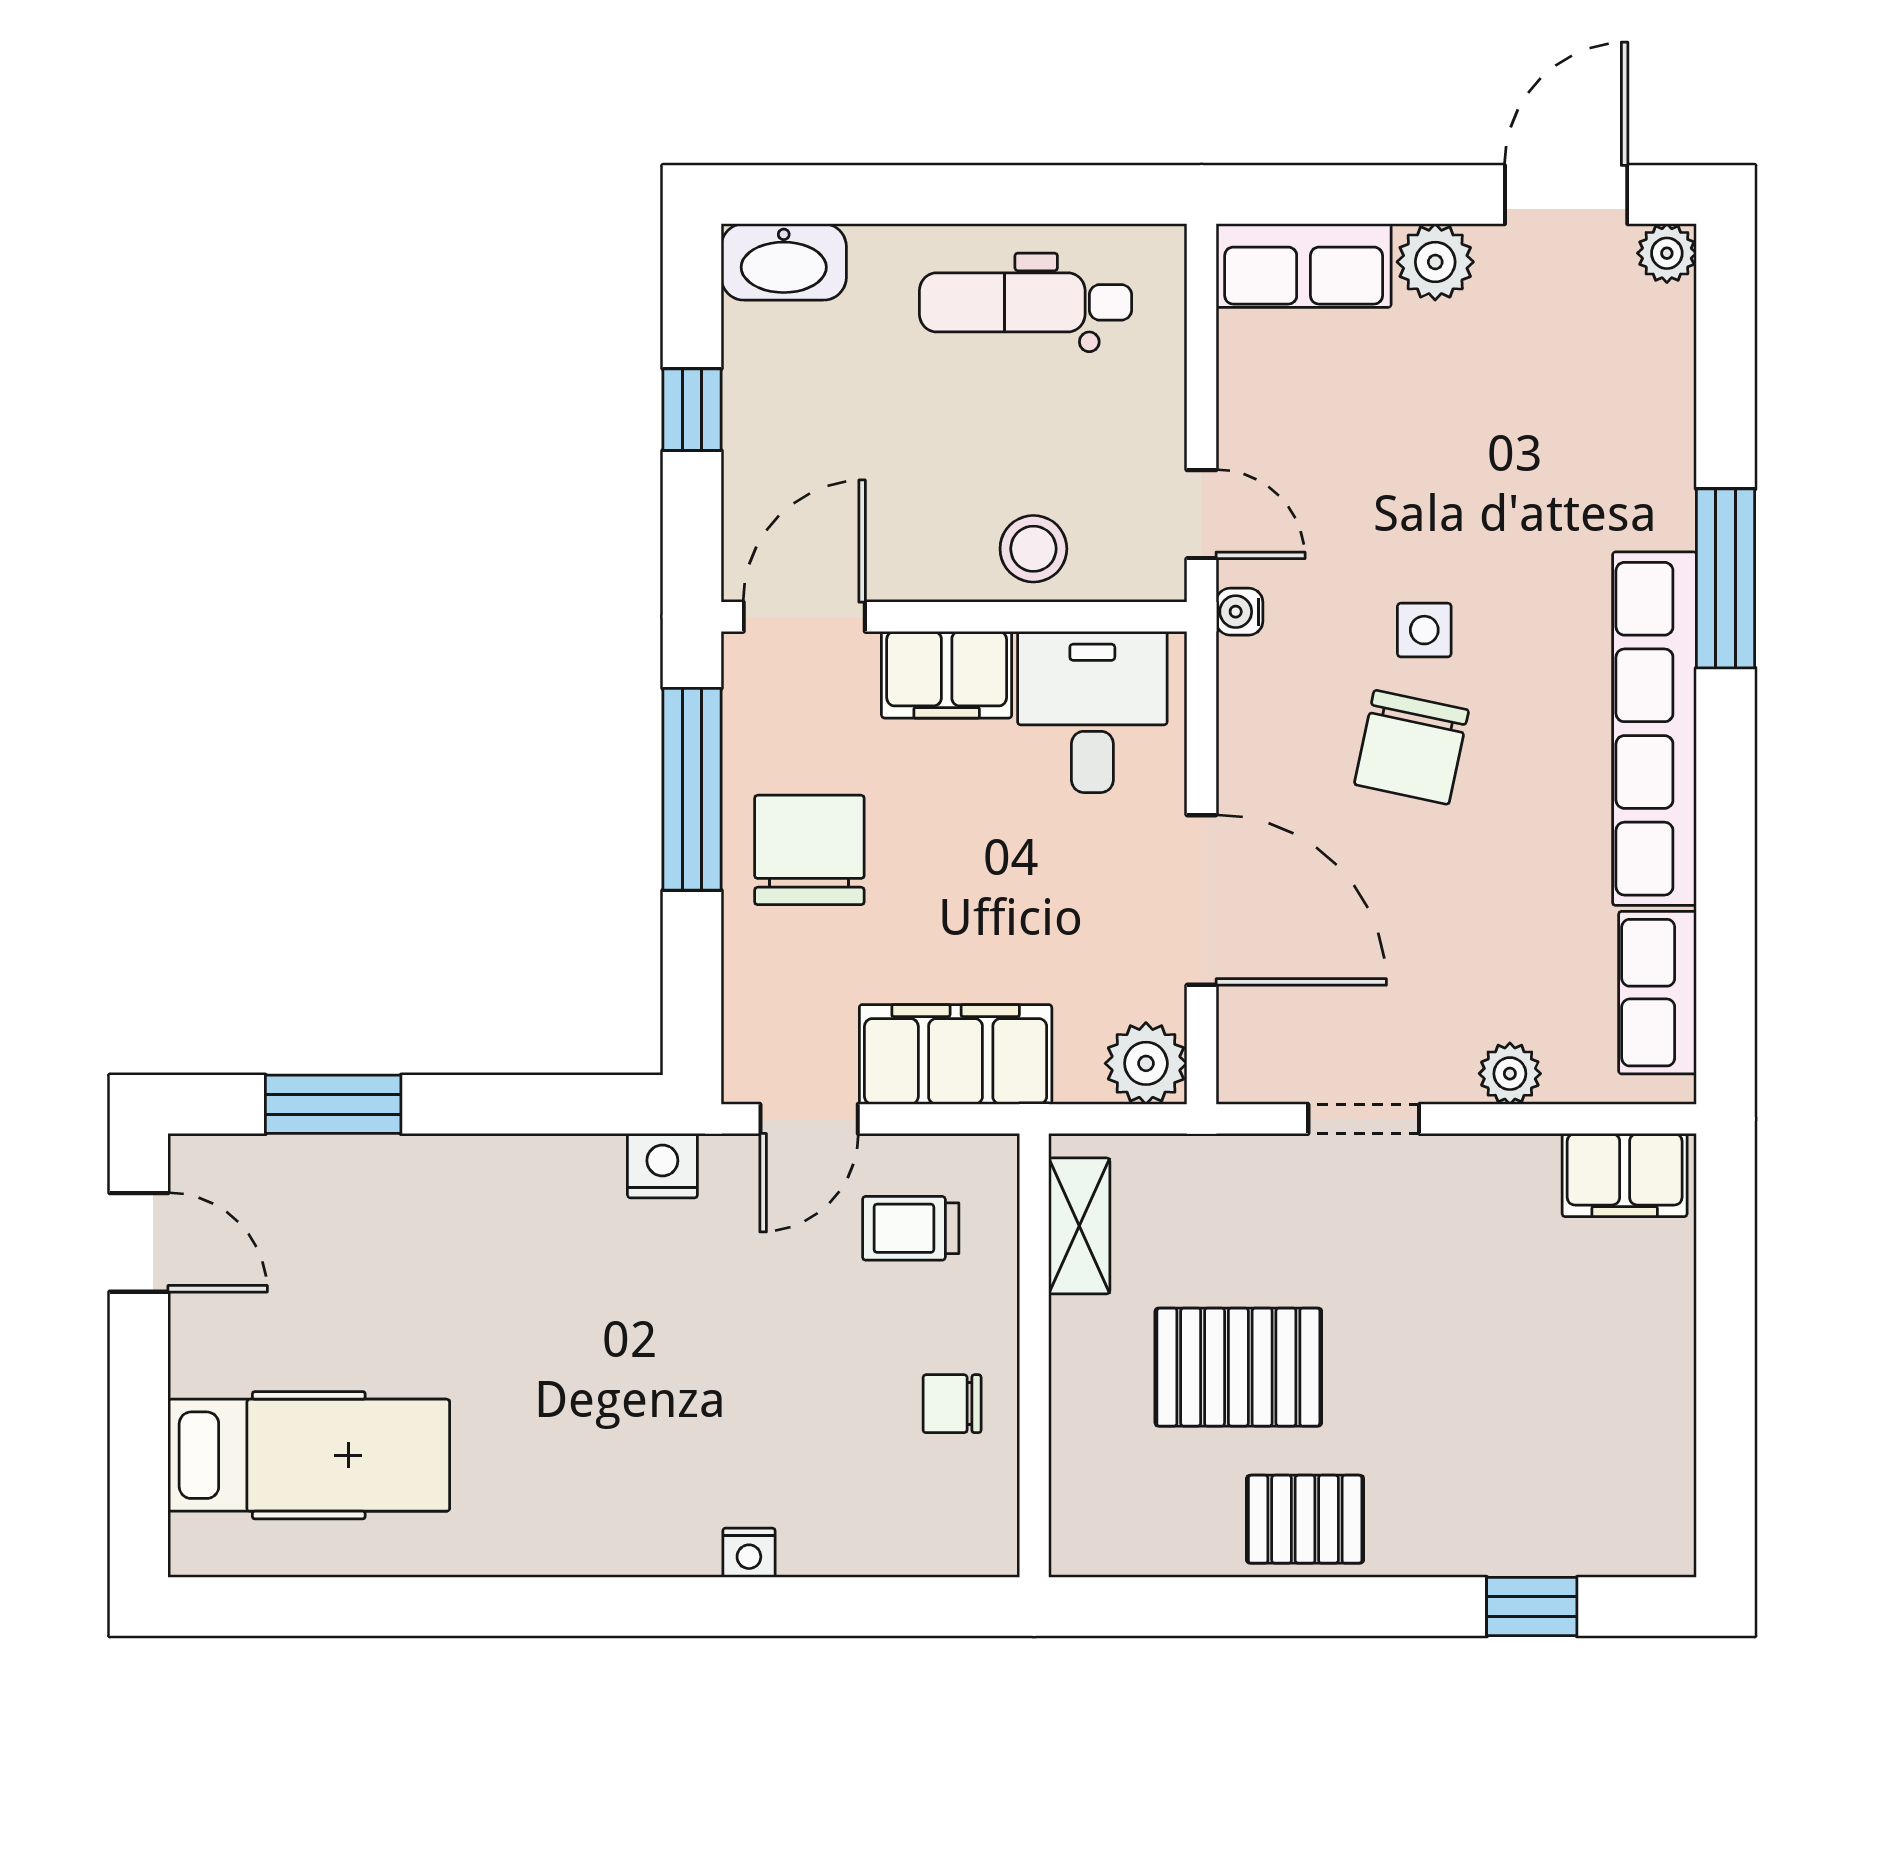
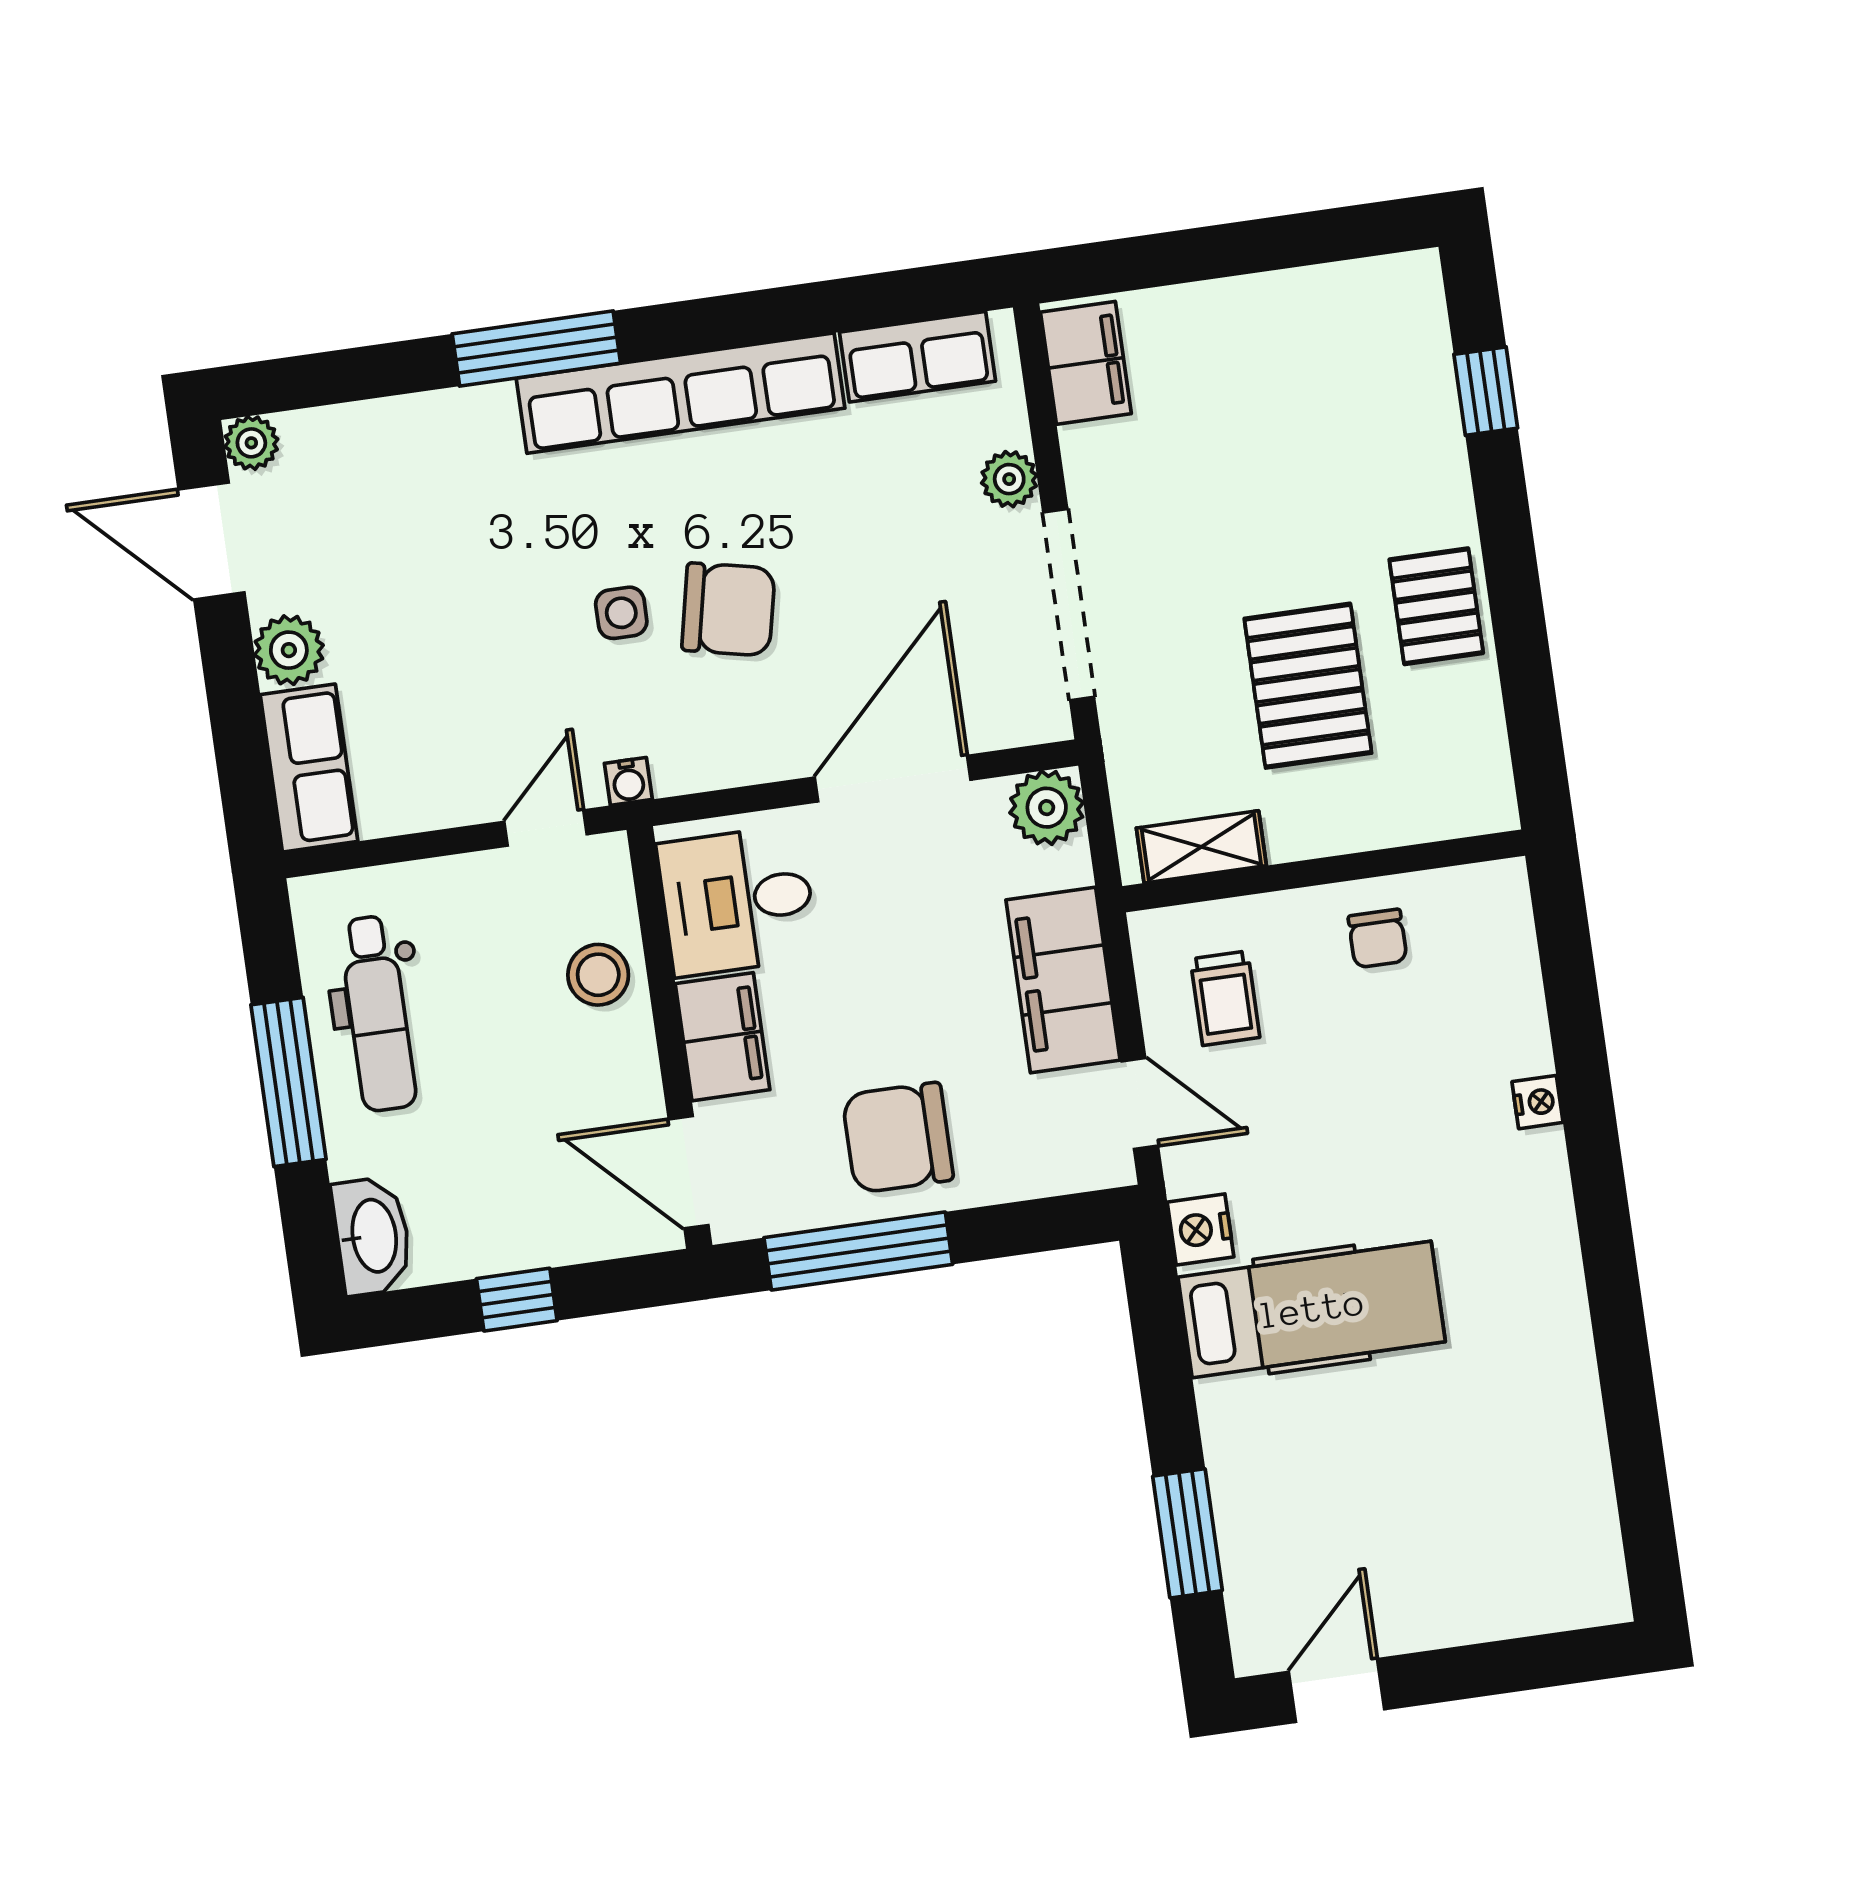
window: (965, 195) -> (288, 1082), added
doorway: (1364, 1119) -> (1069, 605), width x1.87
hospital bed: (309, 1455) -> (1312, 1309), moved, turned 90

